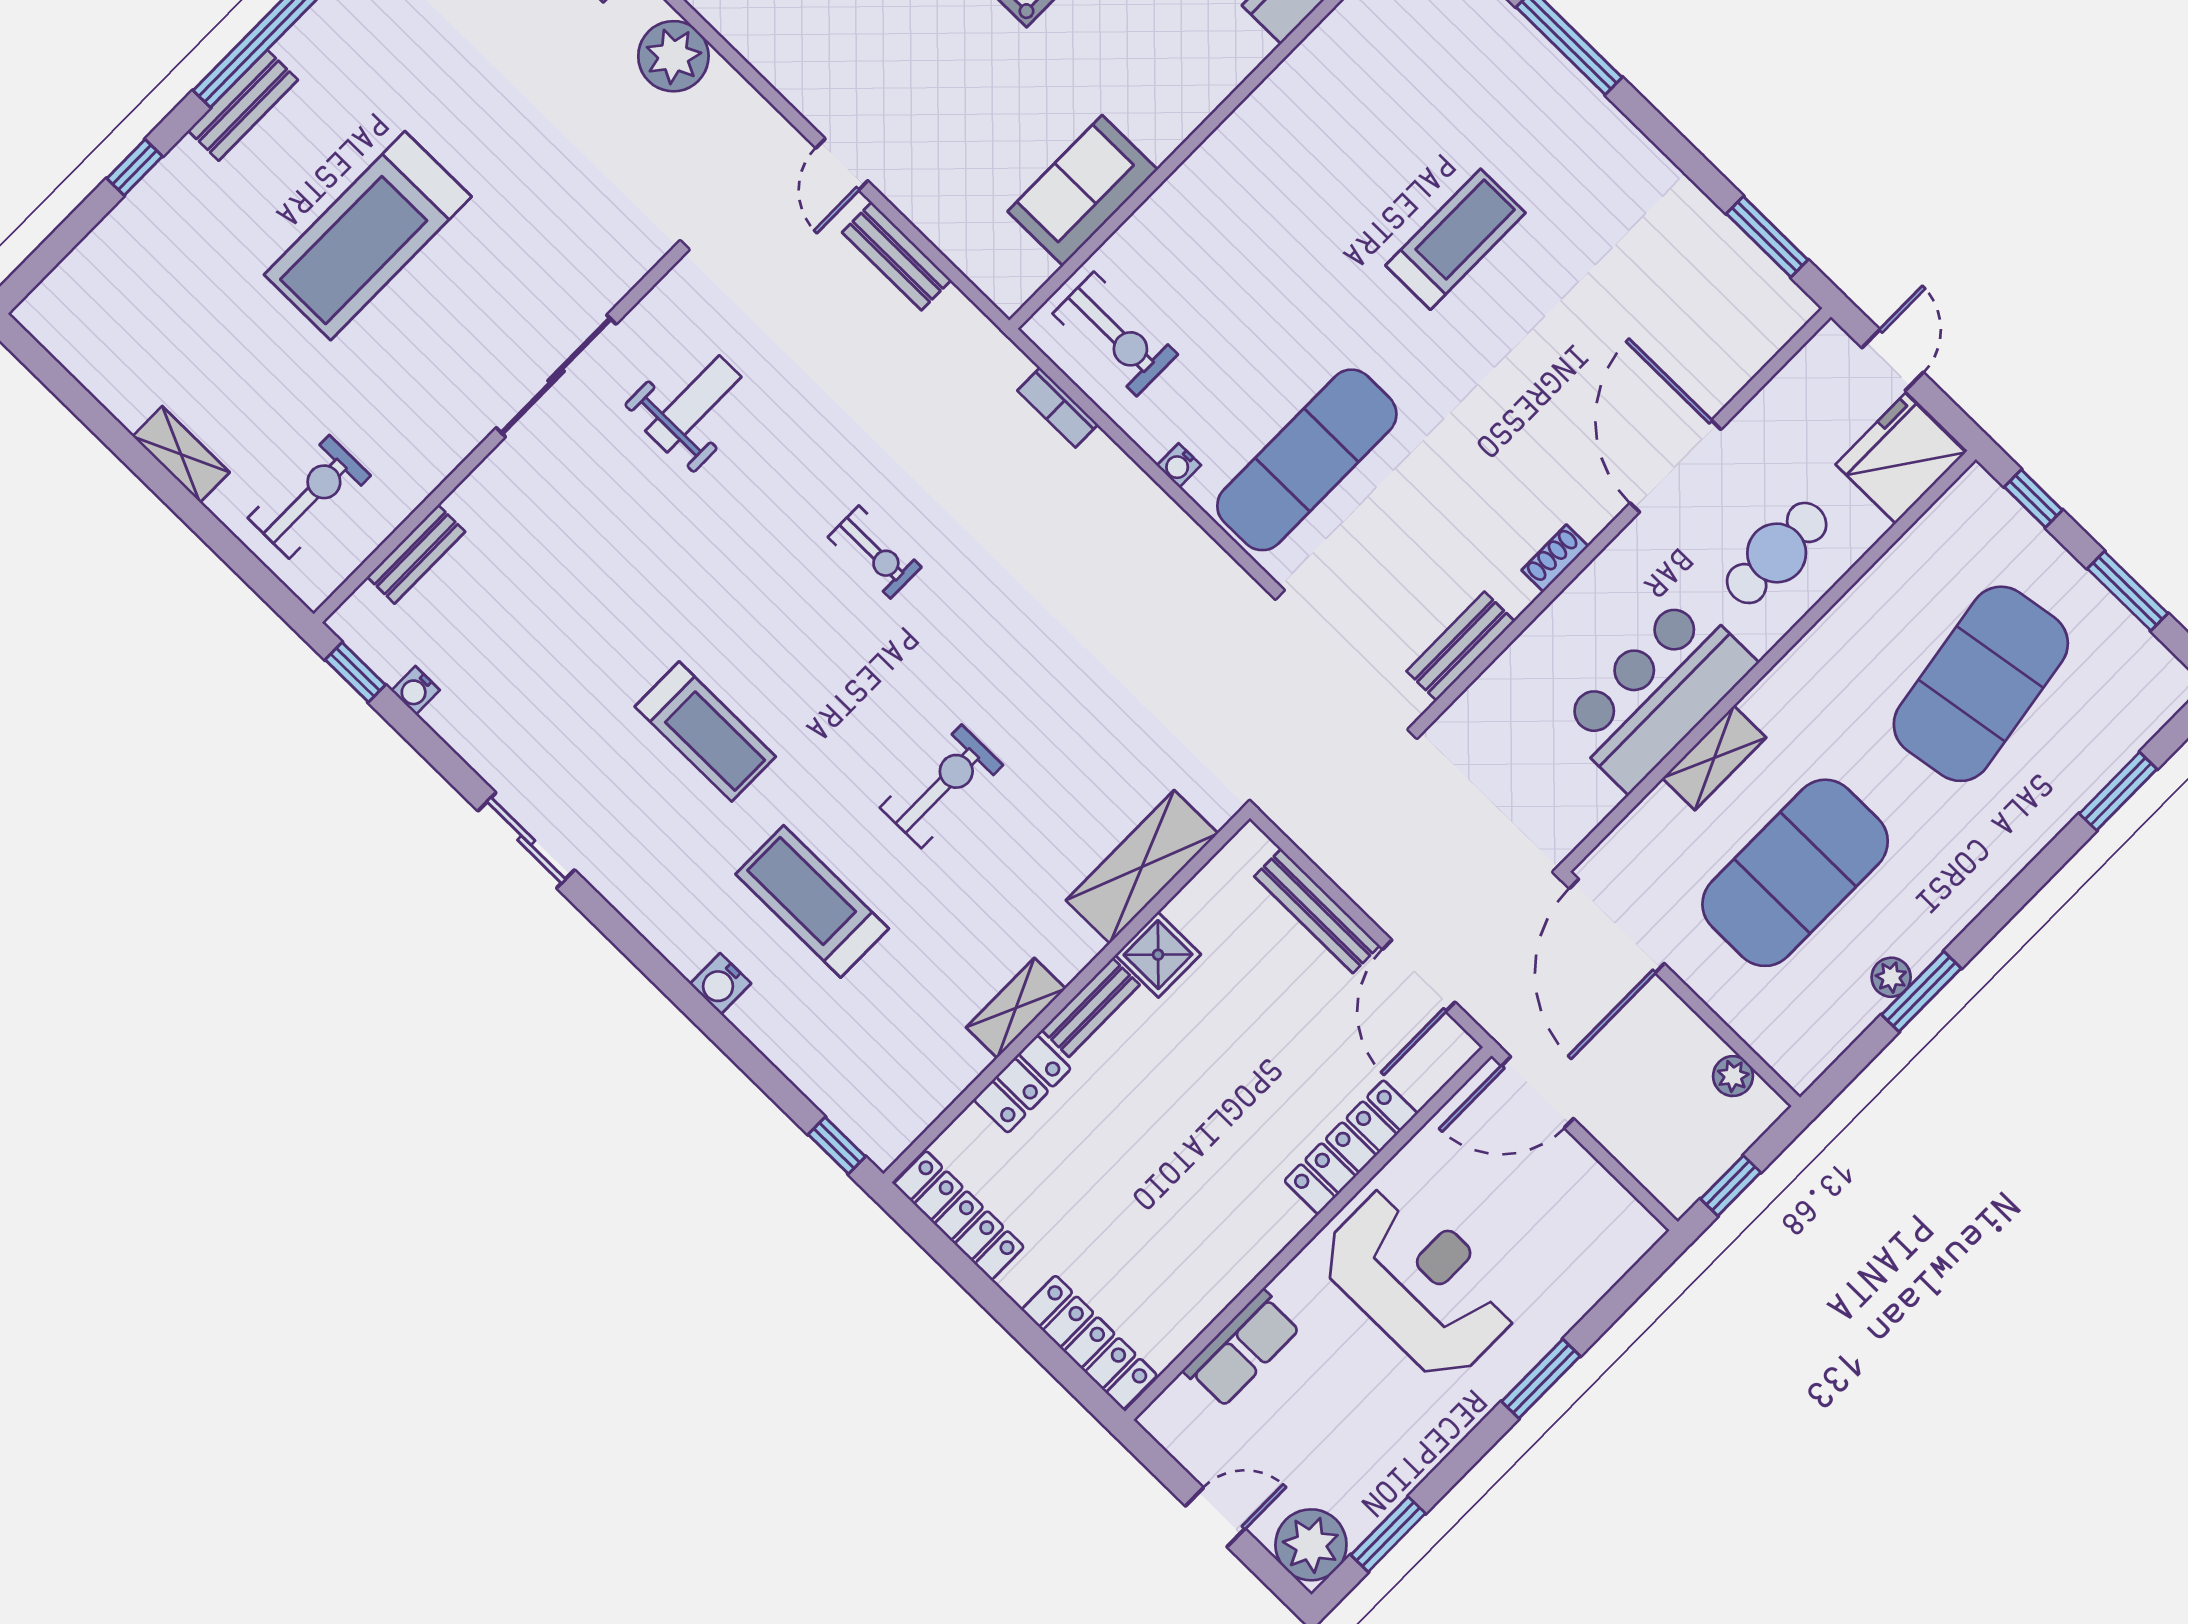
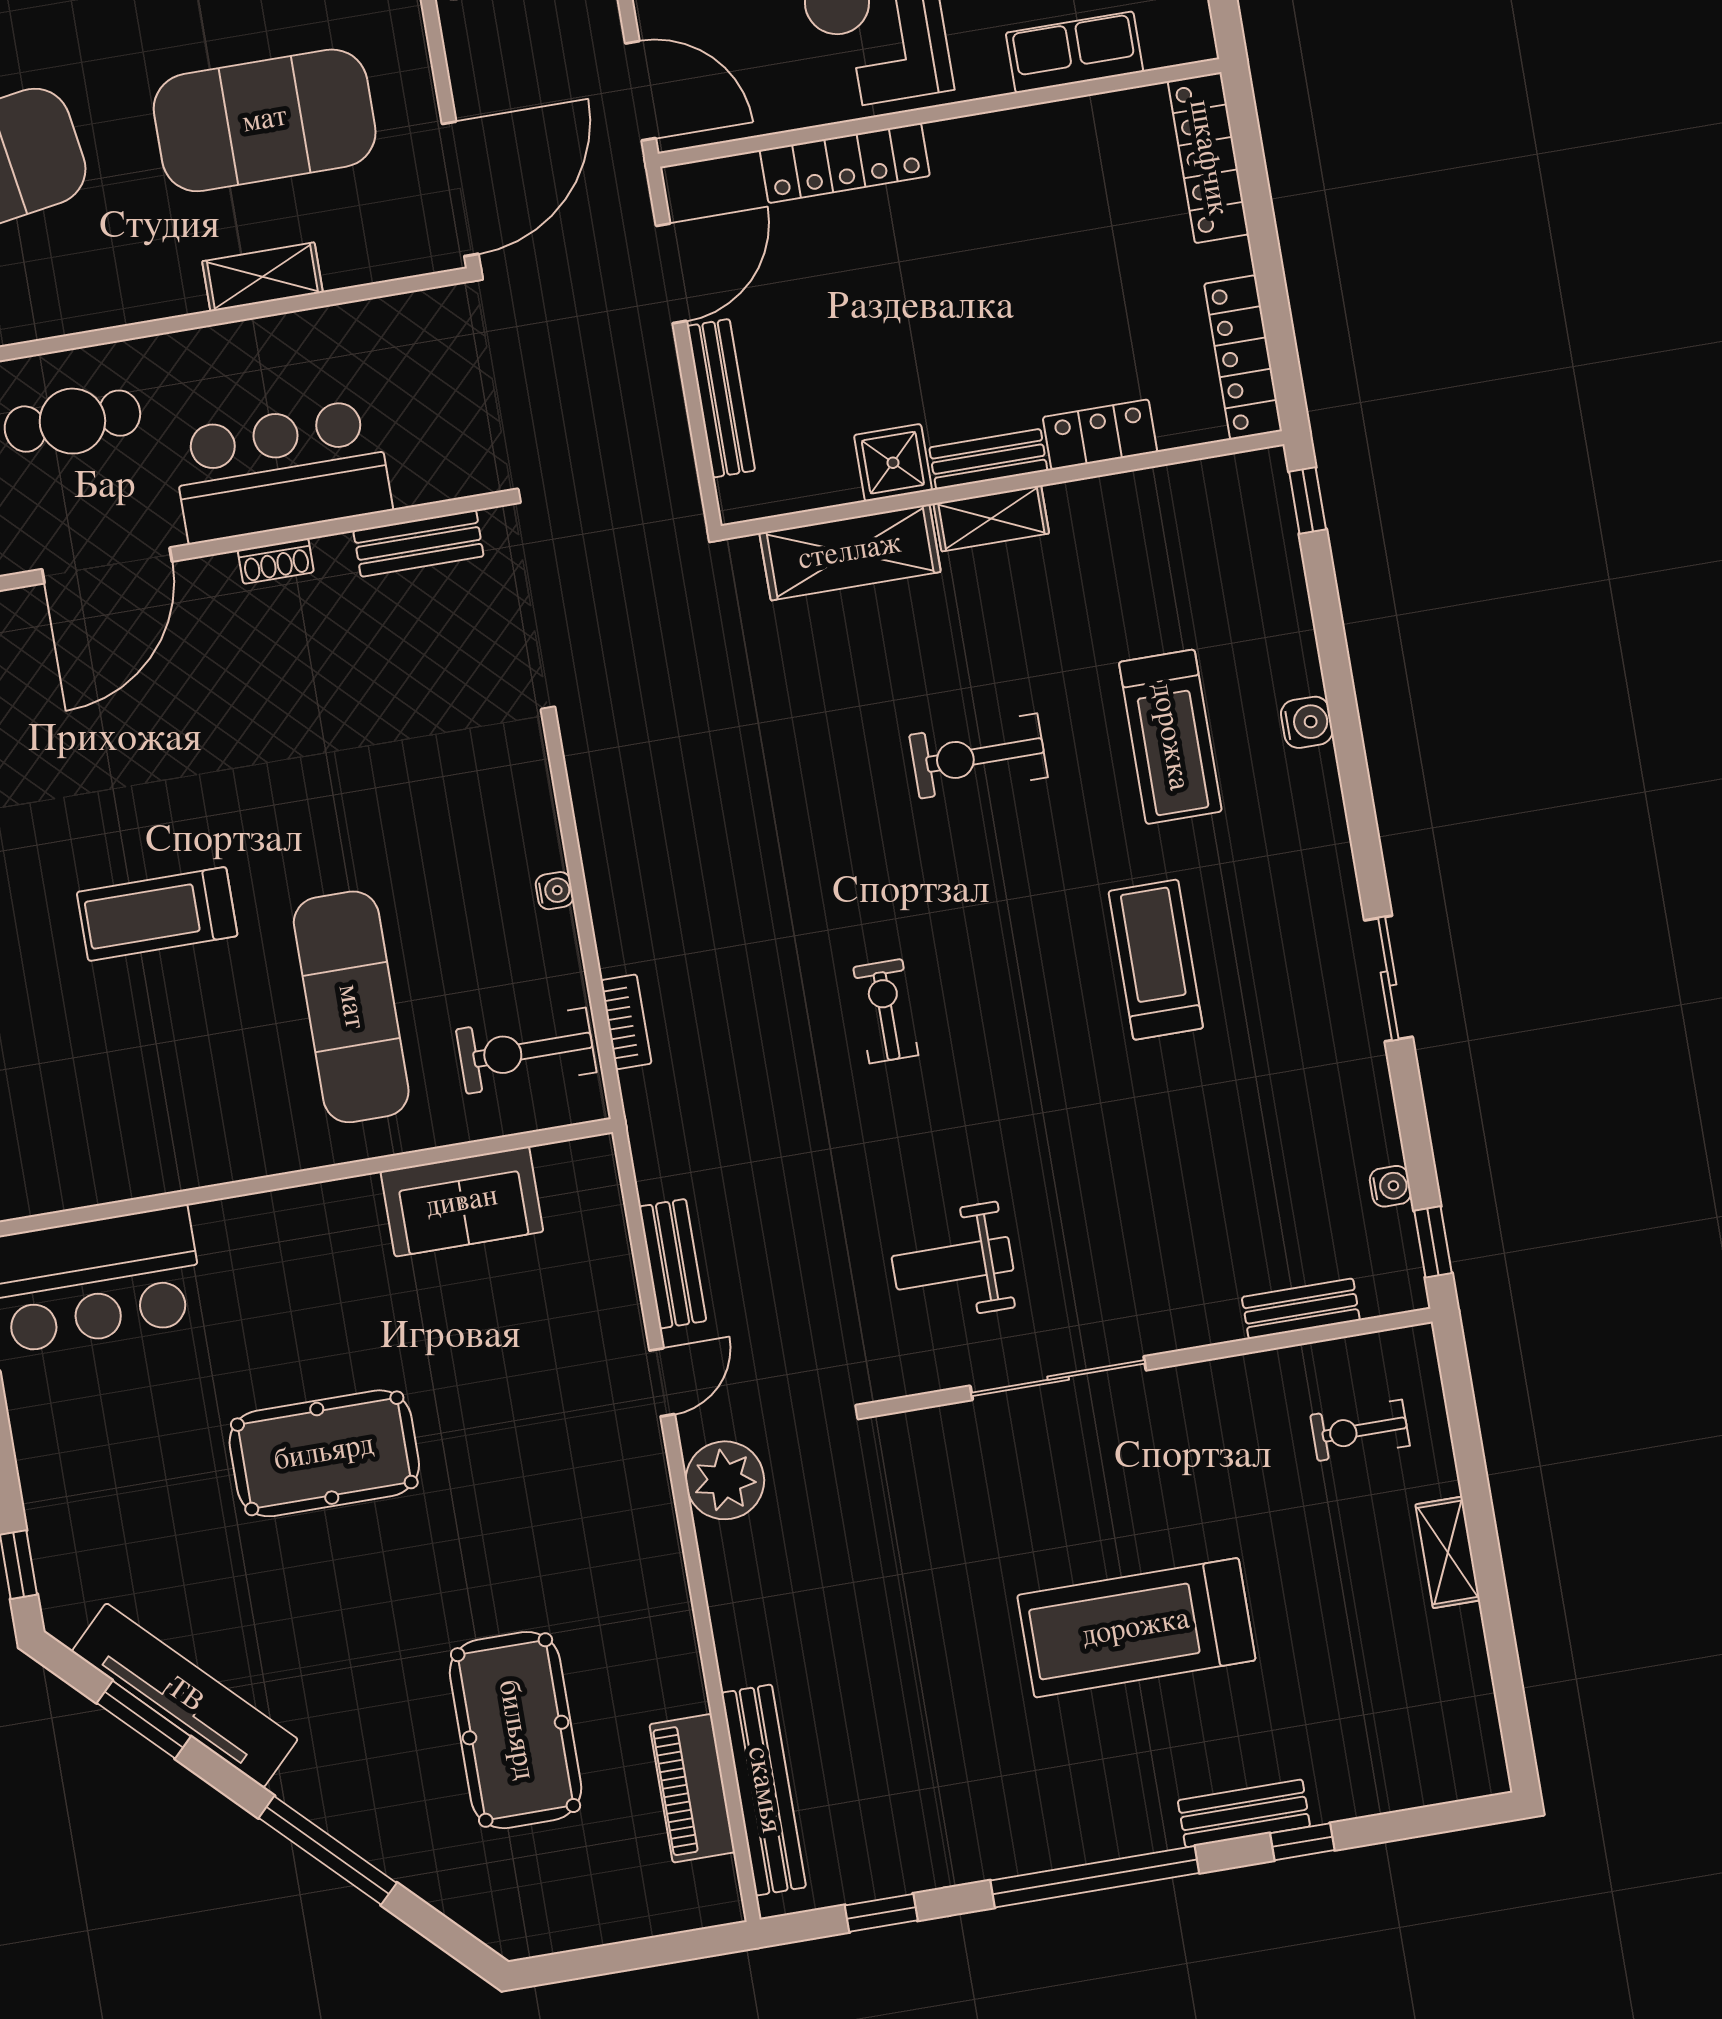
plant: (673, 56) -> (725, 1480), moved
bench: (243, 105) -> (1244, 1813), moved
treadmill: (368, 236) -> (1136, 1628), turned 180
exercise bike: (1115, 334) -> (526, 1051), turned -90
exercise mat: (1307, 460) -> (351, 1007), moved, turned 90
exercise bike: (309, 497) -> (1360, 1430), width x0.73, depth x0.72
bar counter: (1657, 693) -> (281, 471), moved, turned 180
shelving: (1016, 1008) -> (991, 518), moved

